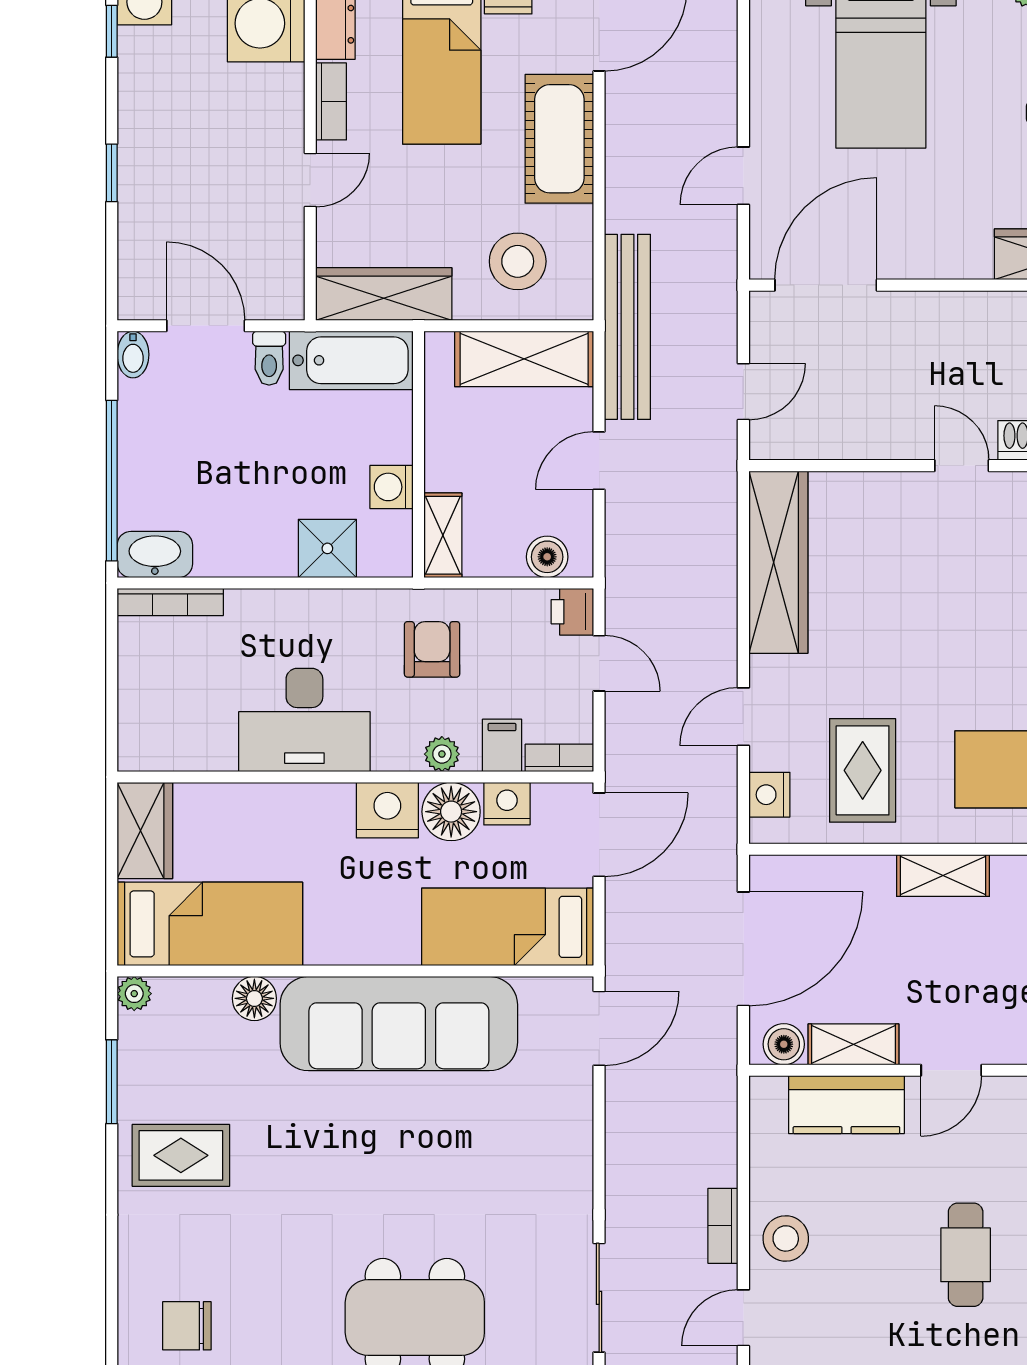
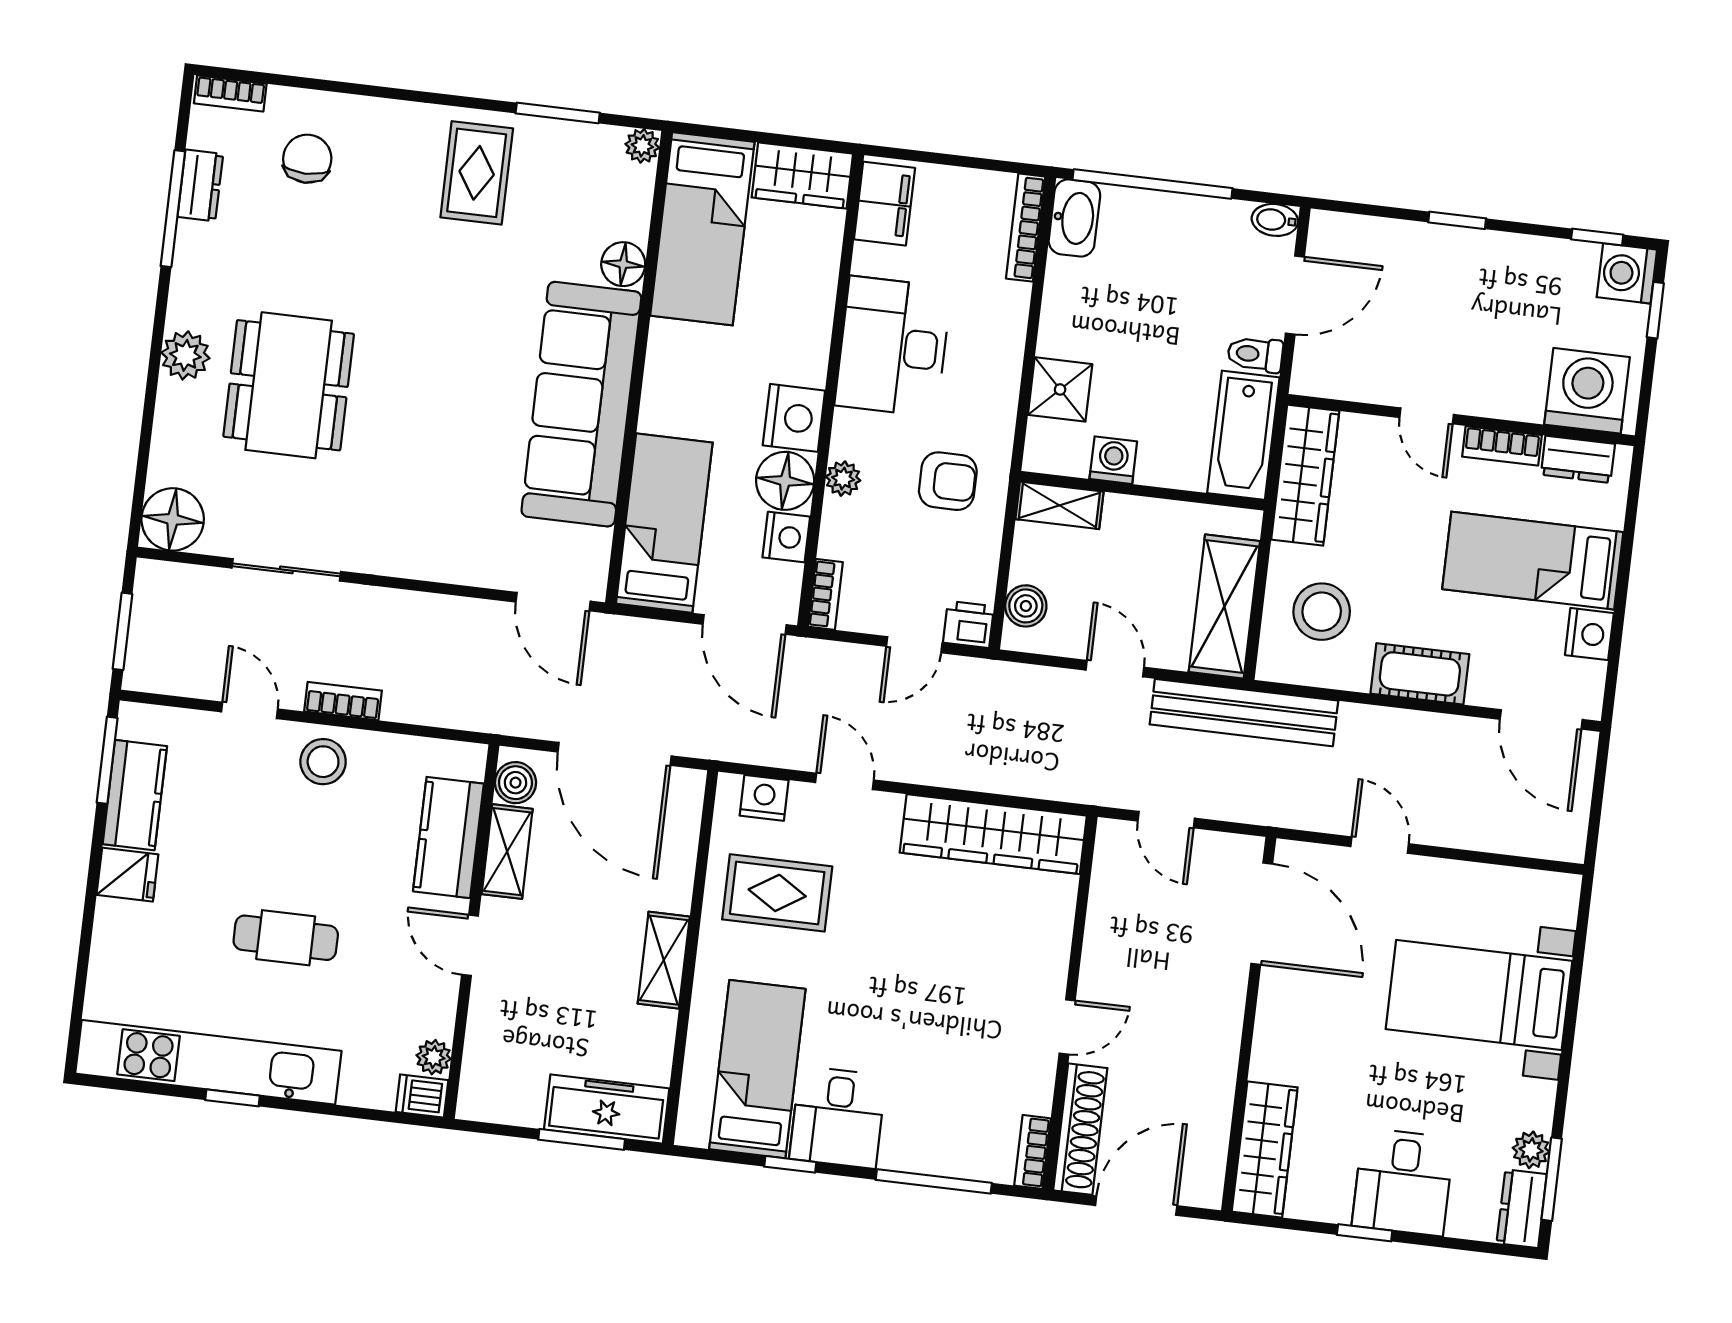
cot: (559, 139) -> (1420, 674), width x0.73, depth x0.75
filing cabinet: (502, 745) -> (885, 204), moved, width x2.00

